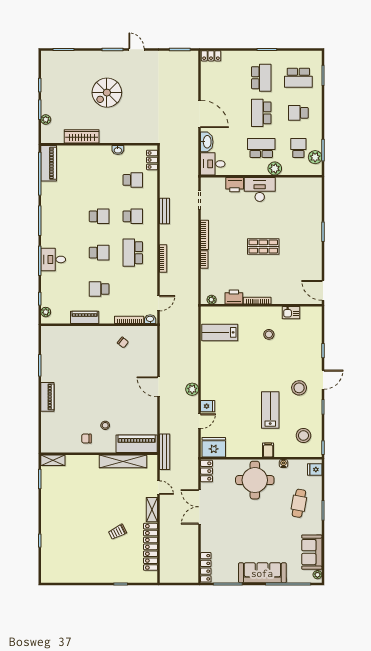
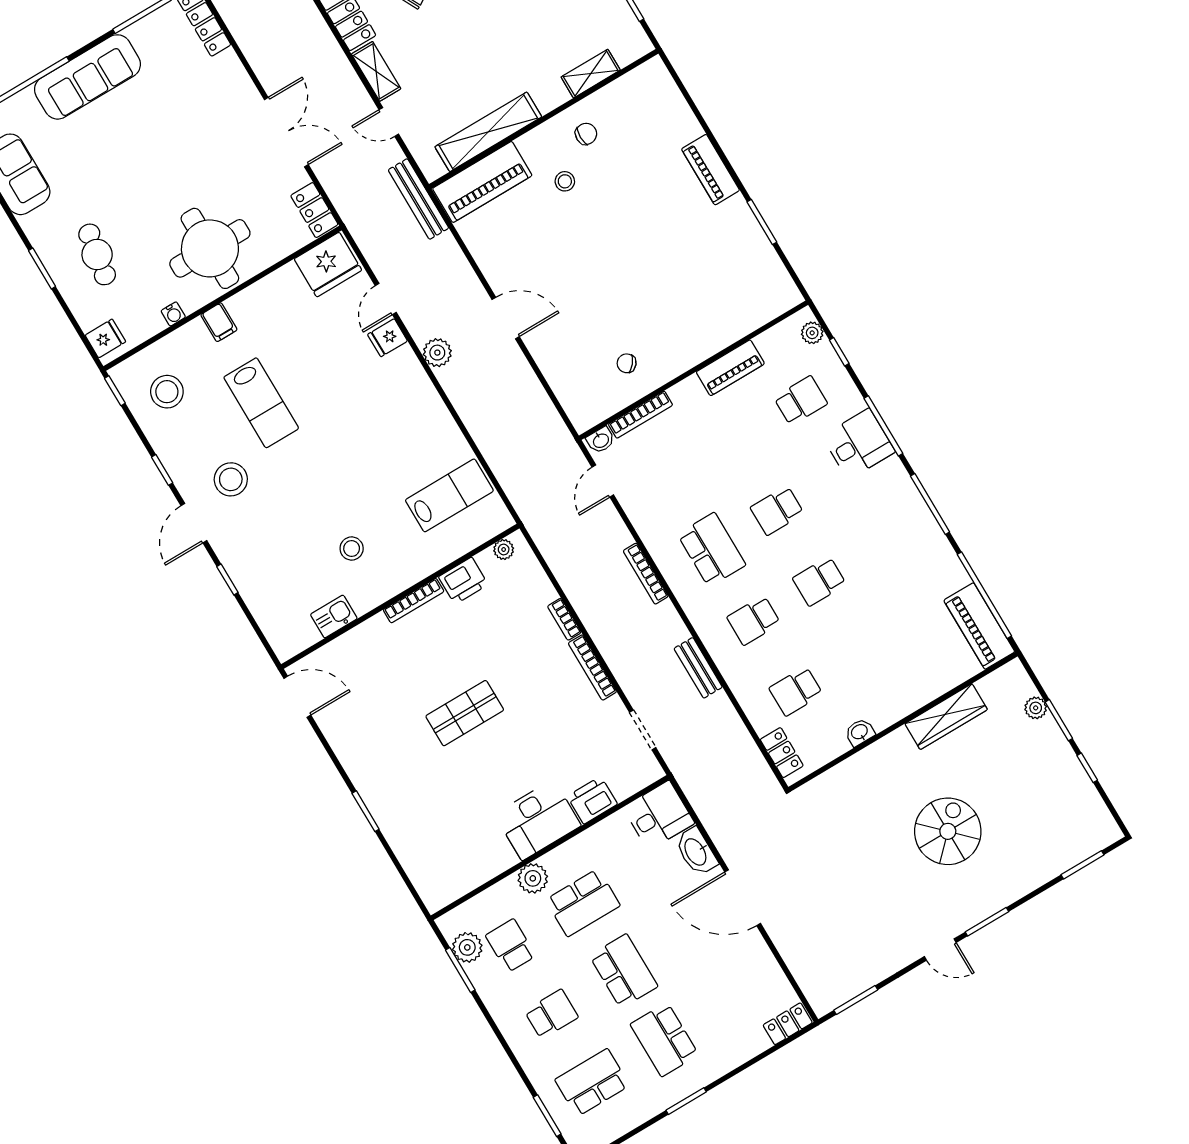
school desk: (298, 148) -> (511, 946), turned 180
school desk: (99, 289) -> (801, 401), moved
shelving: (53, 460) -> (591, 74), moved

